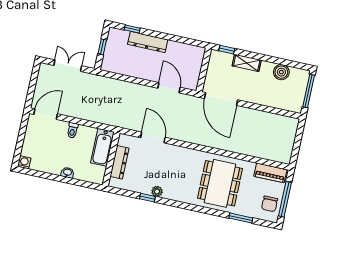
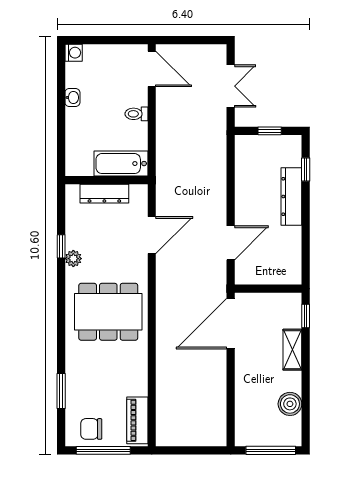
washbasin: (67, 173) -> (72, 97), moved
dining table: (220, 183) -> (108, 312), moved

